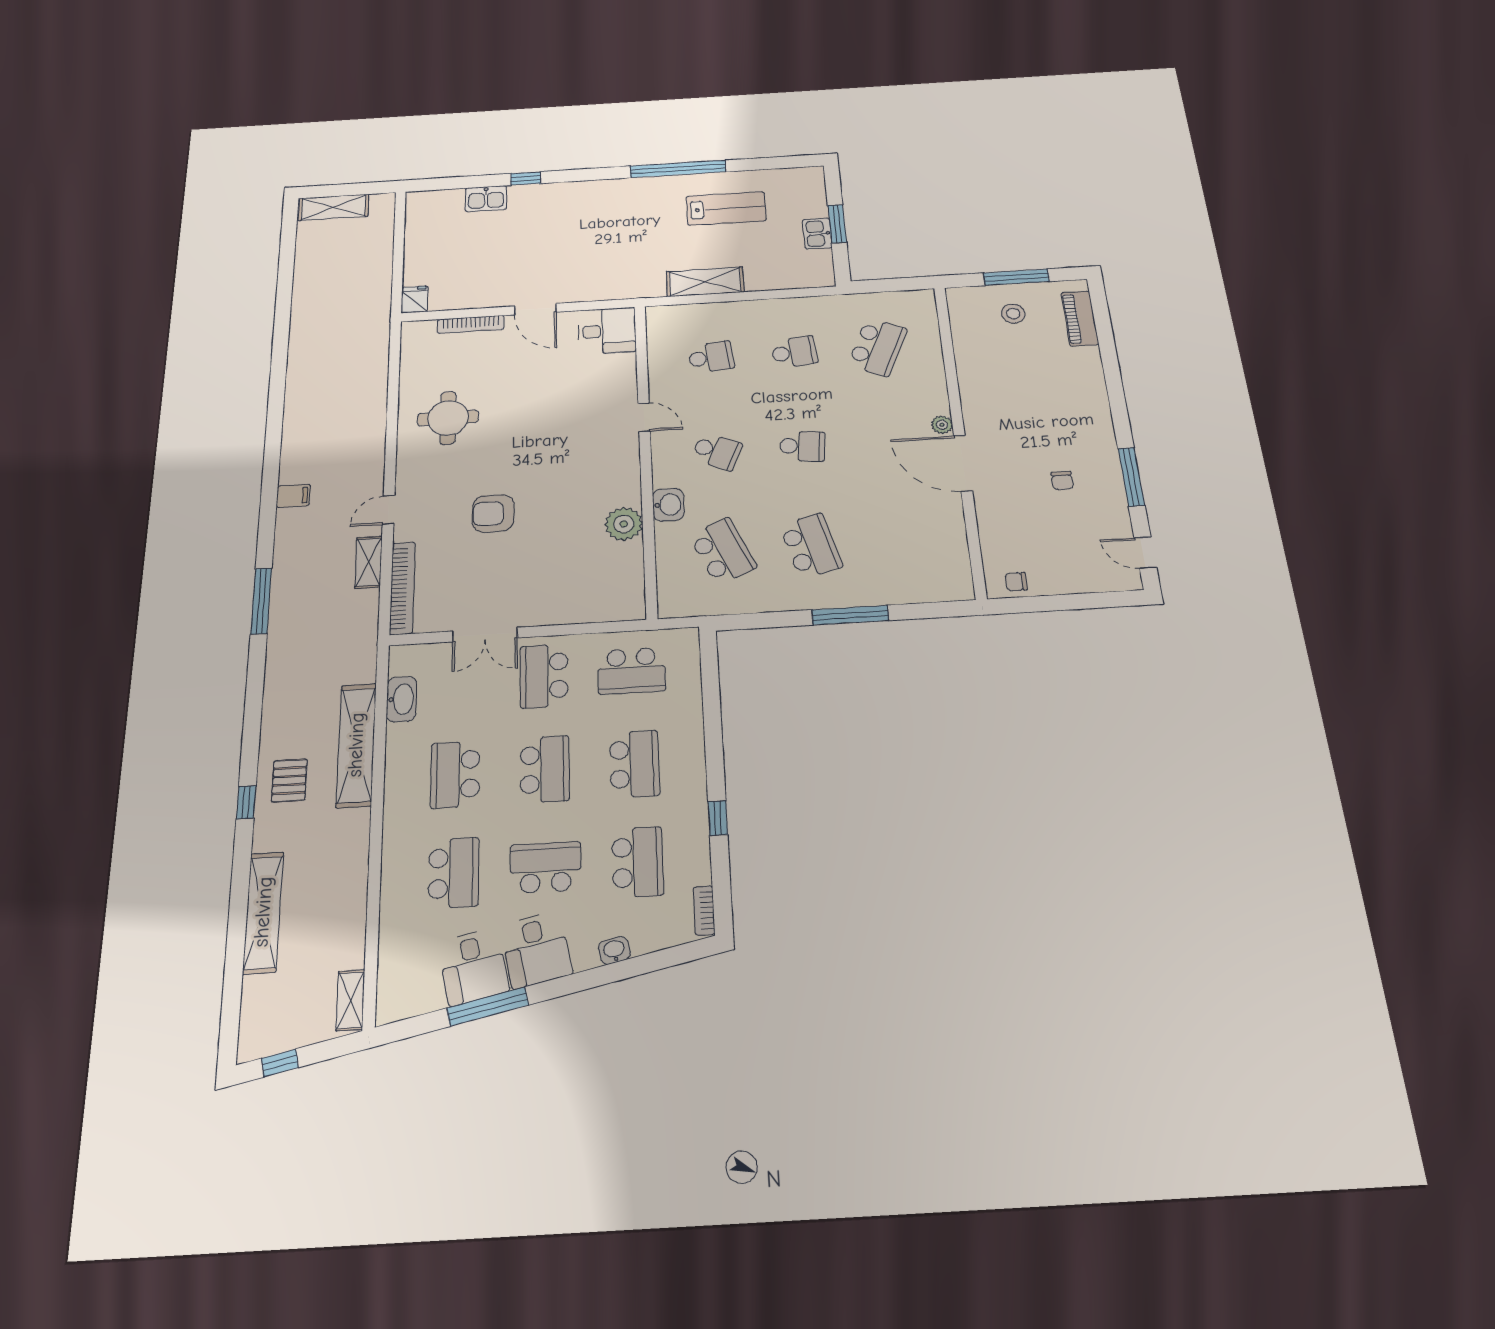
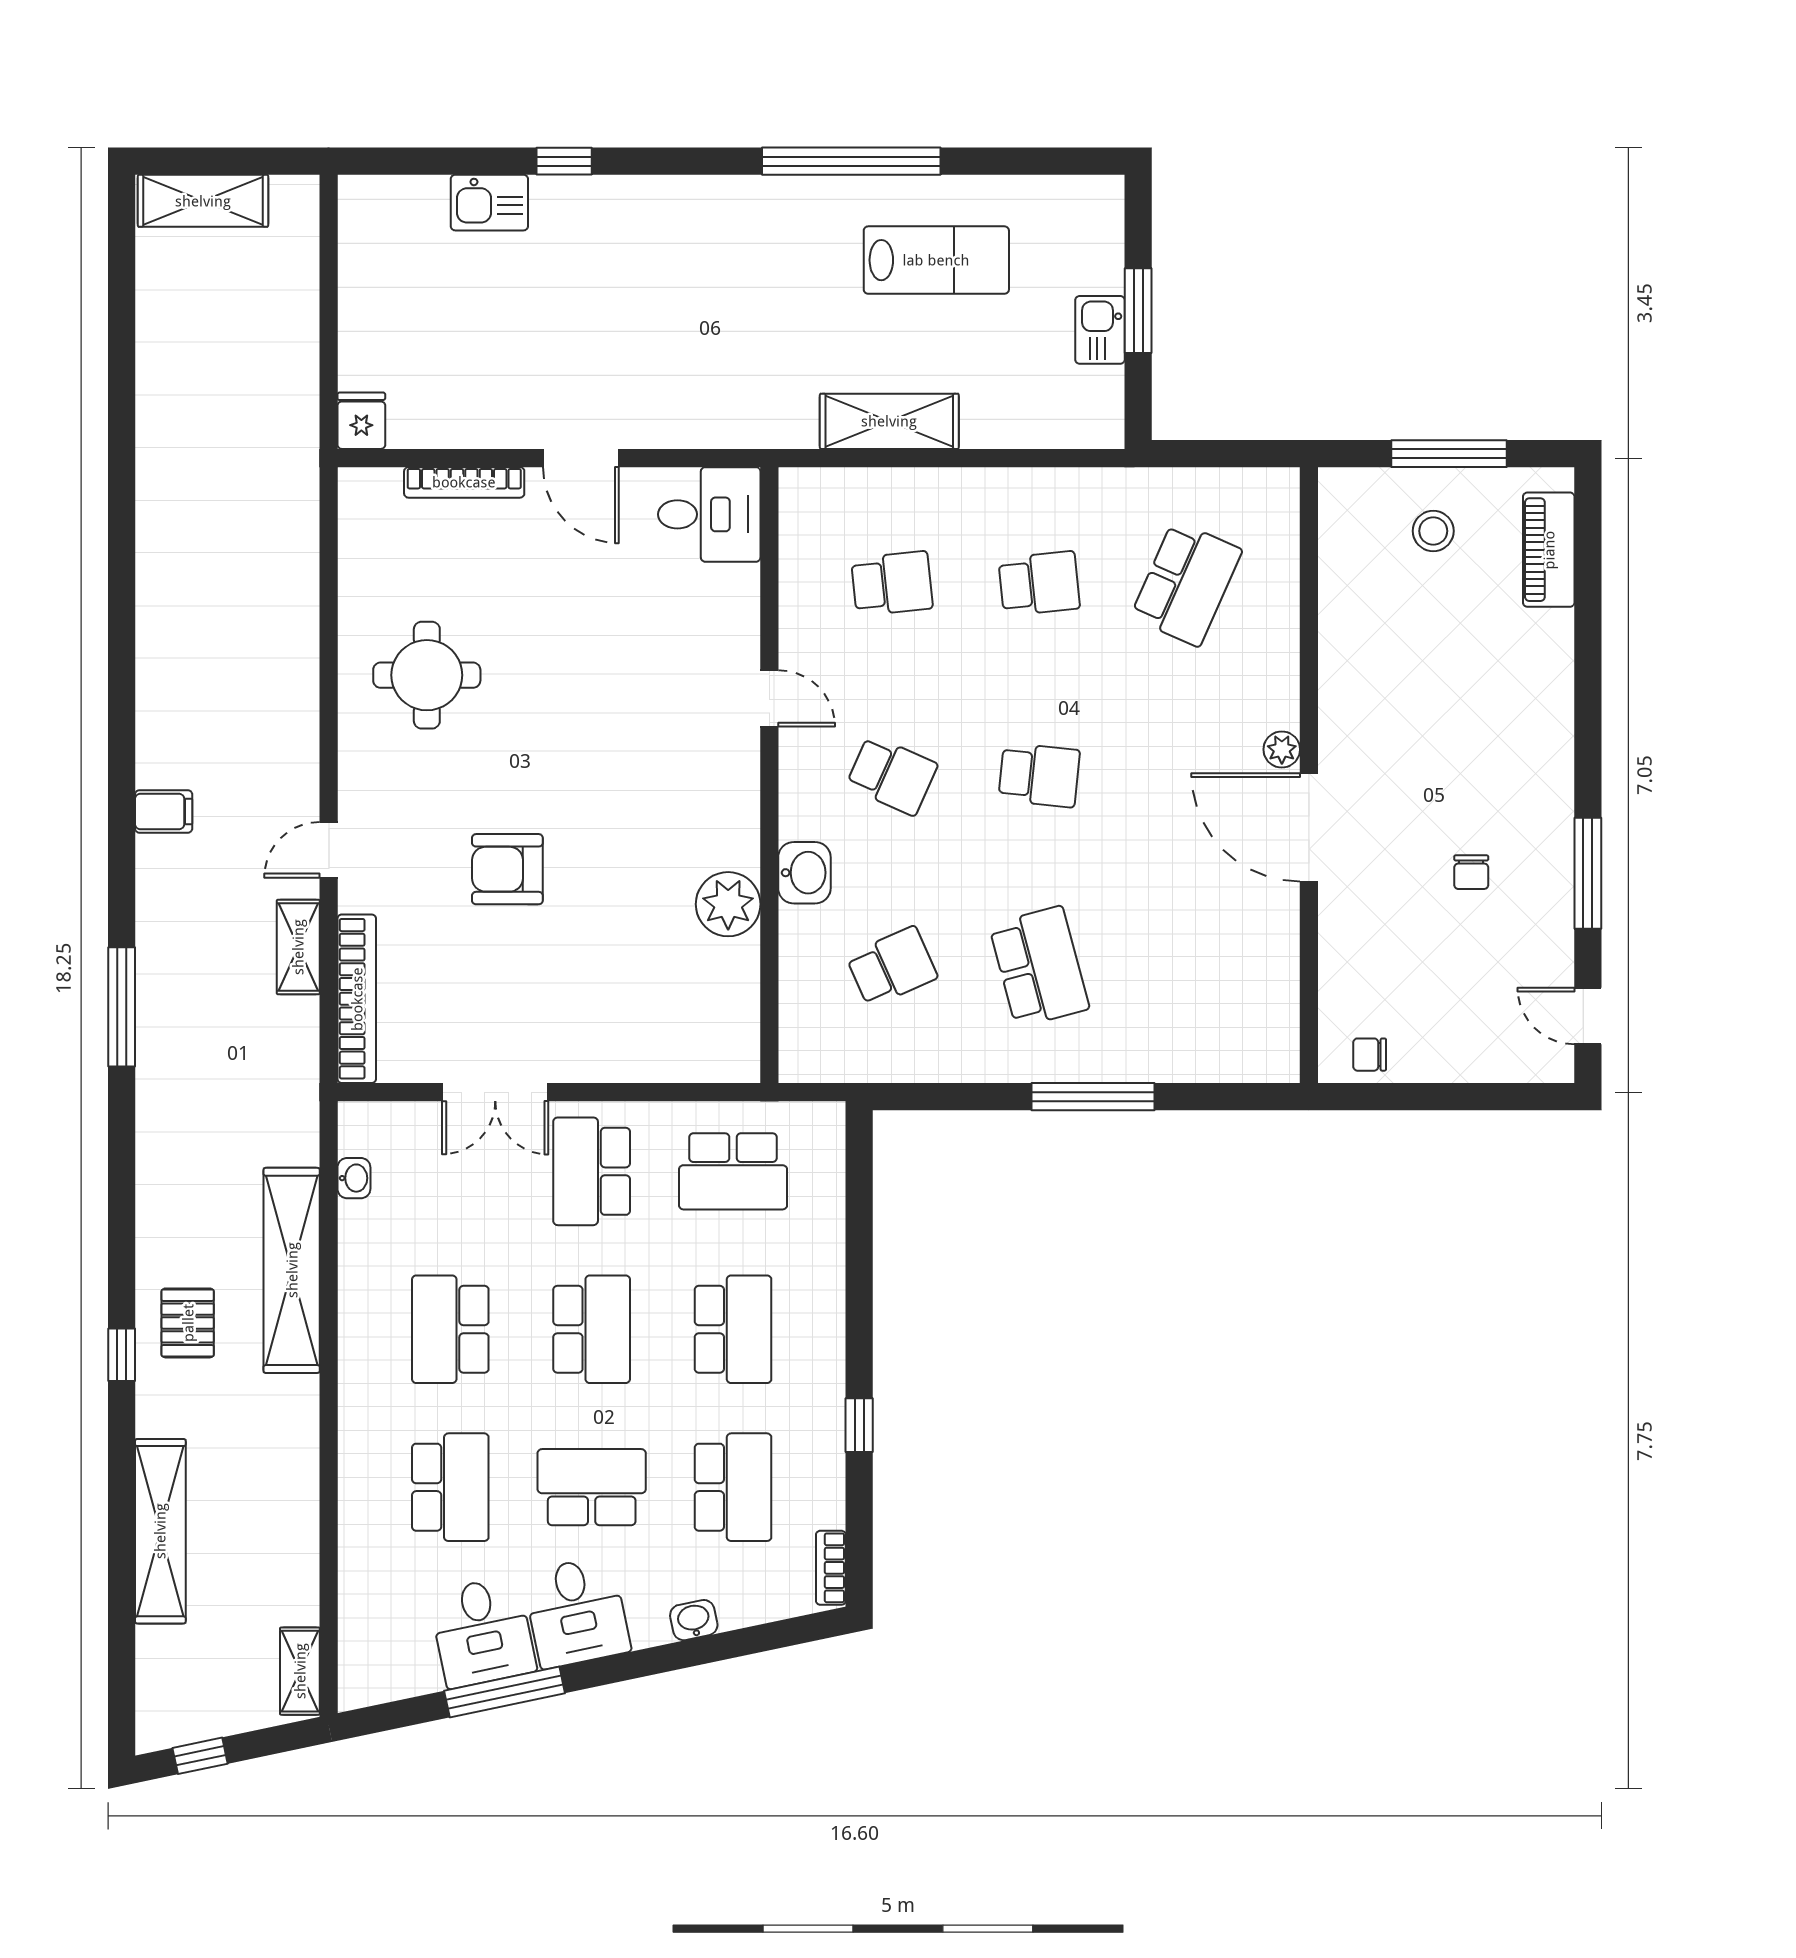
school desk: (723, 551) -> (892, 967), width x0.54
washbasin: (401, 699) -> (354, 1178), width x0.52, depth x0.69

